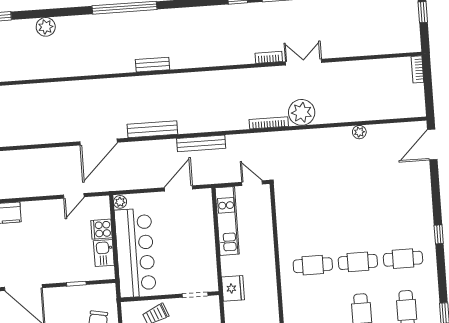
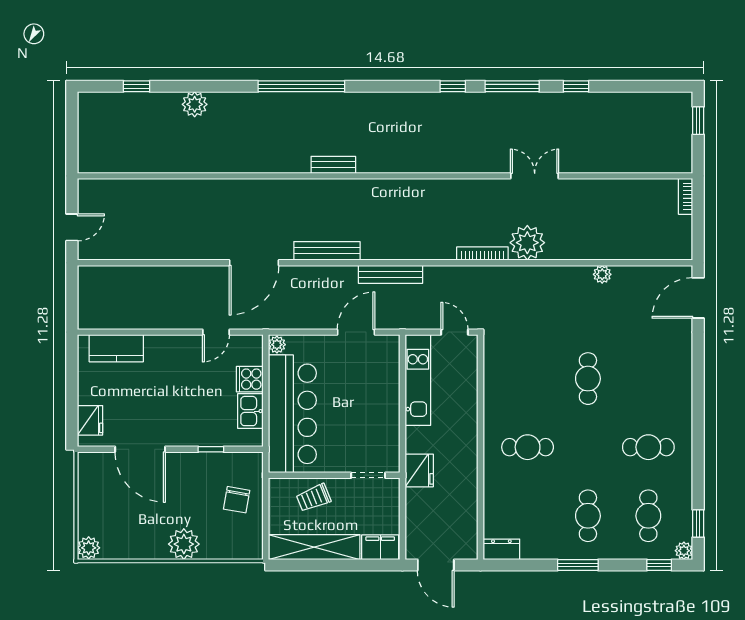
bookcase: (269, 57) -> (489, 166), removed
window: (439, 234) -> (698, 418), removed
cafe table: (358, 262) -> (588, 379), moved, turned 90

